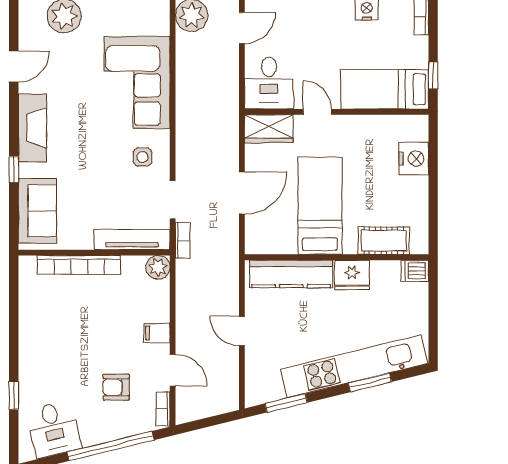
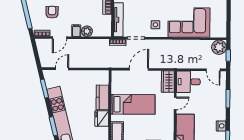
door: (242, 193) -> (139, 69), swing flipped
plant: (158, 267) -> (87, 31), moved
kitchen counter: (291, 274) -> (102, 97), width x0.67
door: (242, 331) -> (62, 69), moved

